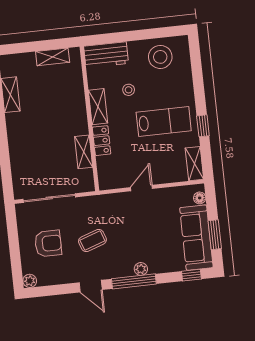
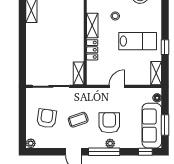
shelving: (84, 152) -> (79, 73), moved
armchair: (136, 240) -> (109, 123), added
armchair: (48, 243) -> (47, 118), turned -82

